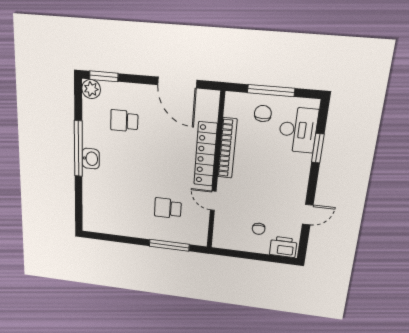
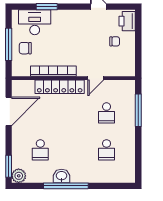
washbasin: (91, 159) -> (62, 176), moved
school desk: (122, 203) -> (107, 150), added

